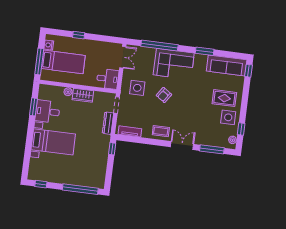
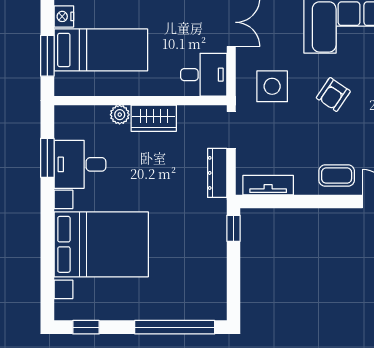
window: (39, 61) -> (47, 56), width x0.69
bed with nightstands: (53, 142) -> (101, 244), width x1.36

